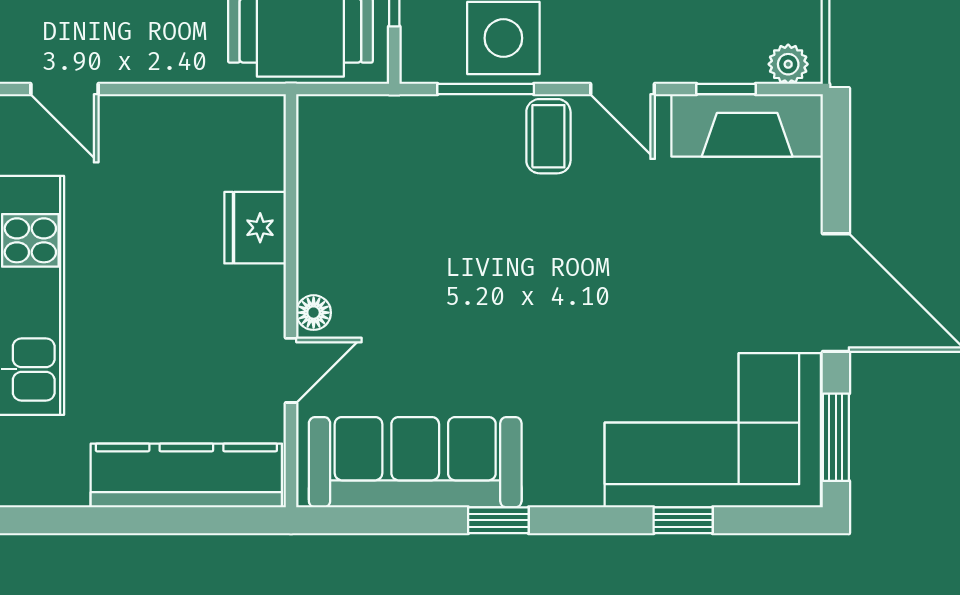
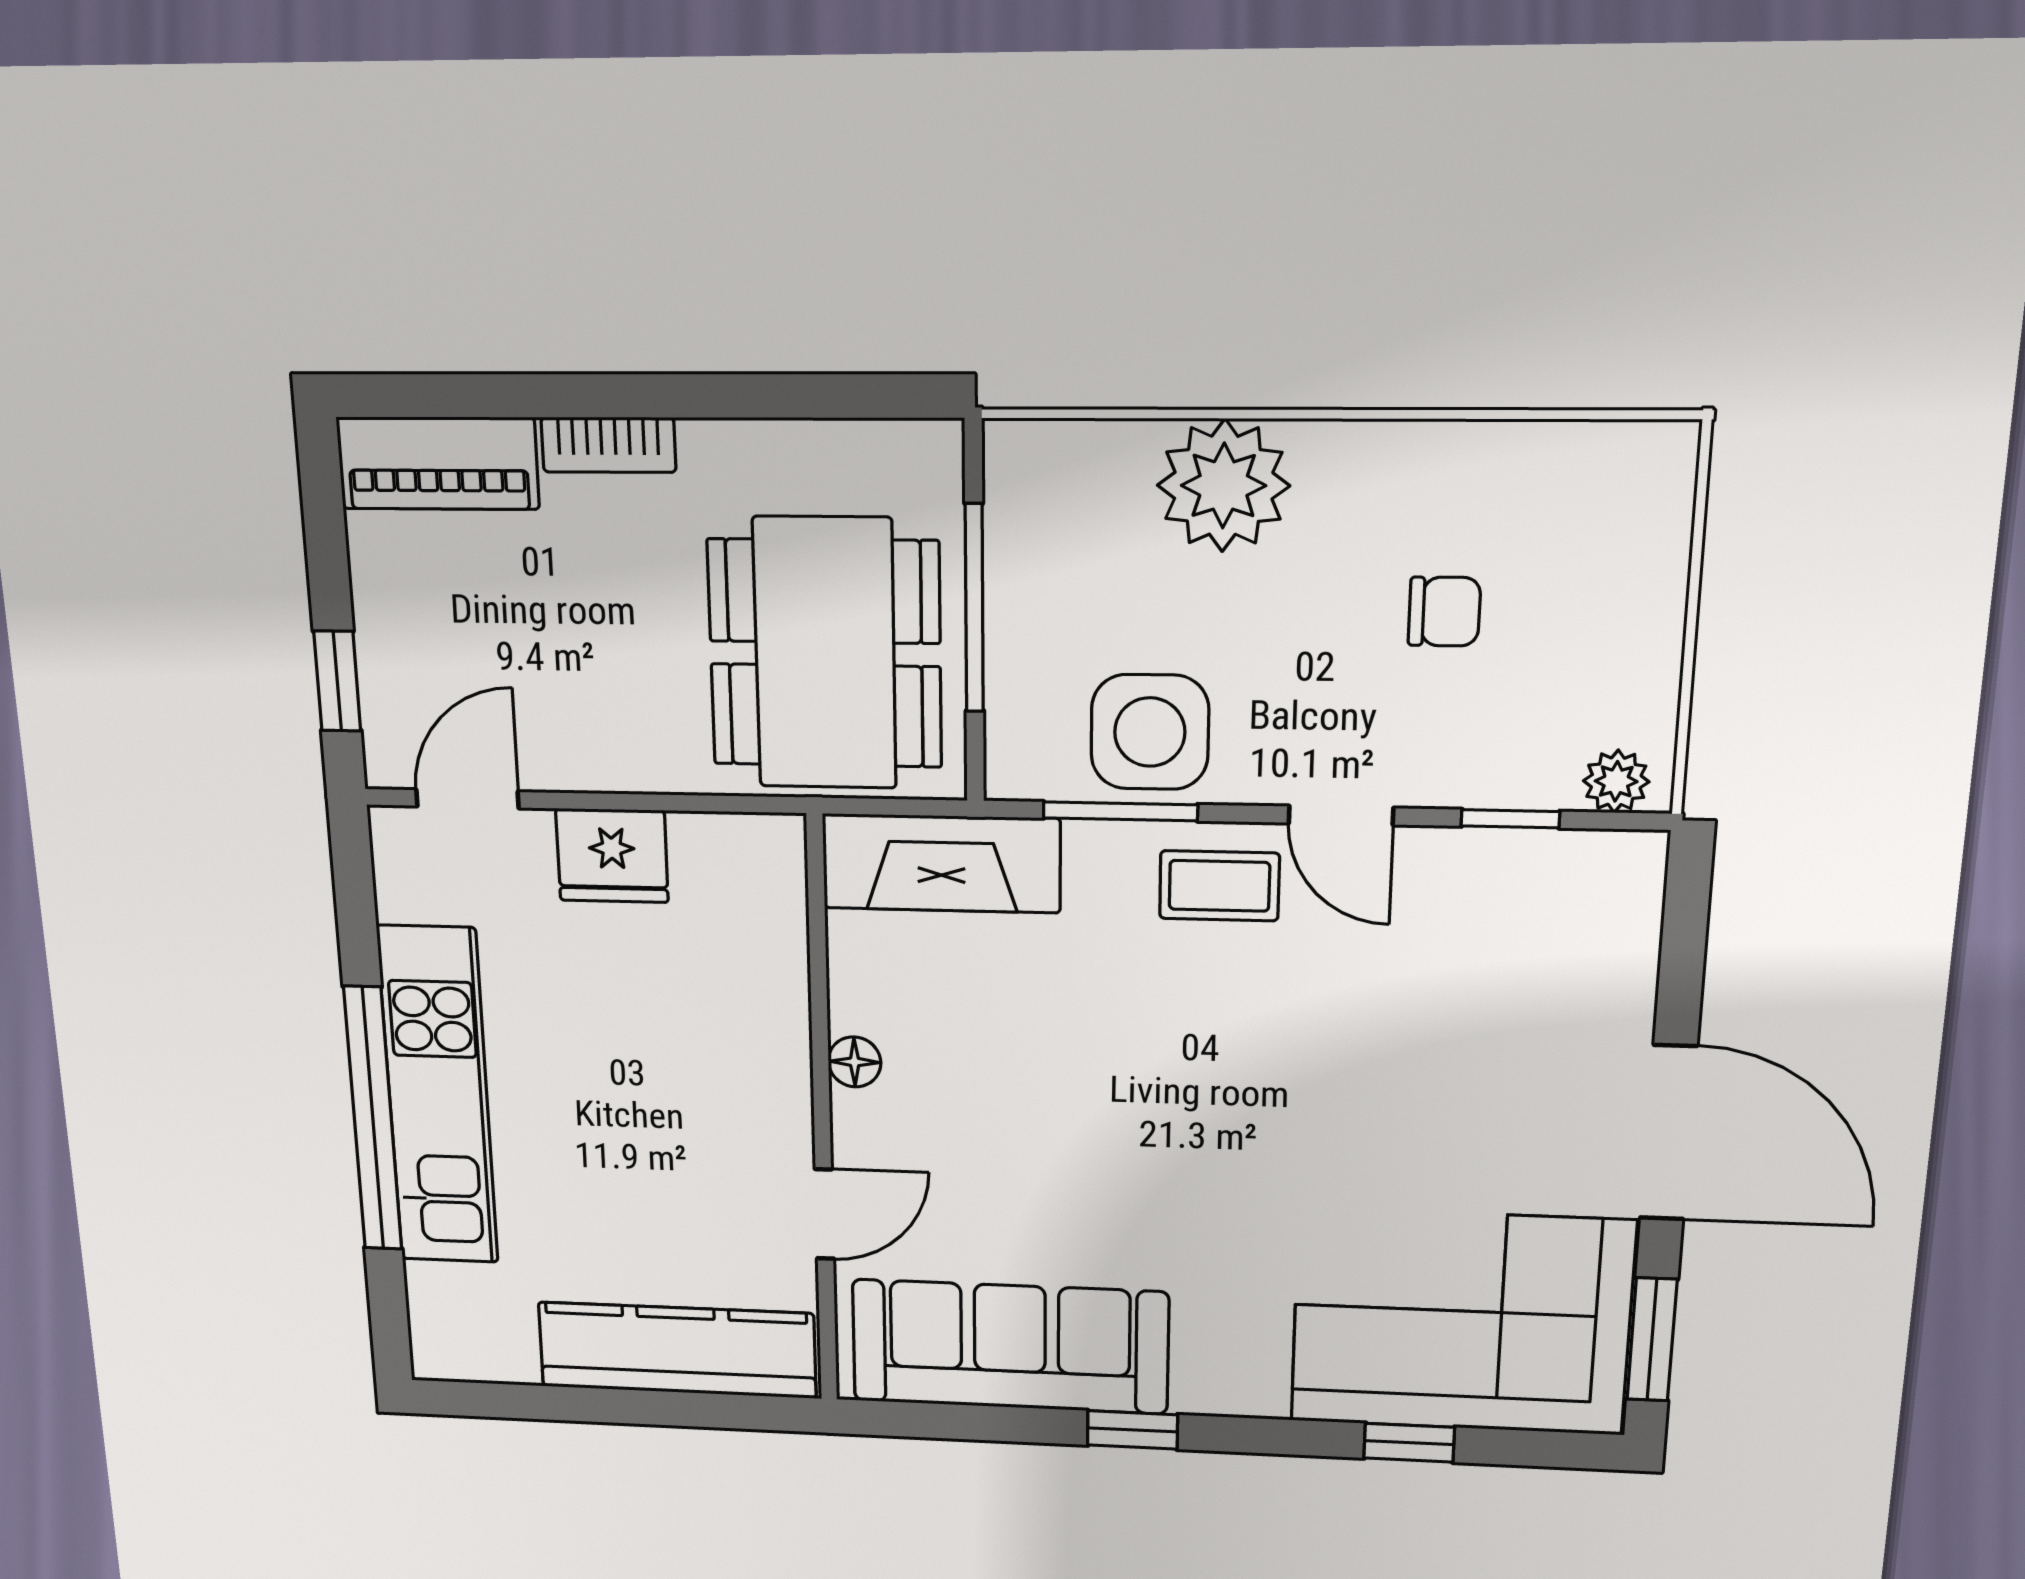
door: (64, 89) -> (467, 799), swing flipped
fireplace: (747, 125) -> (941, 863), moved
coffee table: (548, 136) -> (1219, 886), turned 90
fridge: (255, 228) -> (612, 856), moved, turned -90
floor lamp: (314, 313) -> (855, 1062), moved

